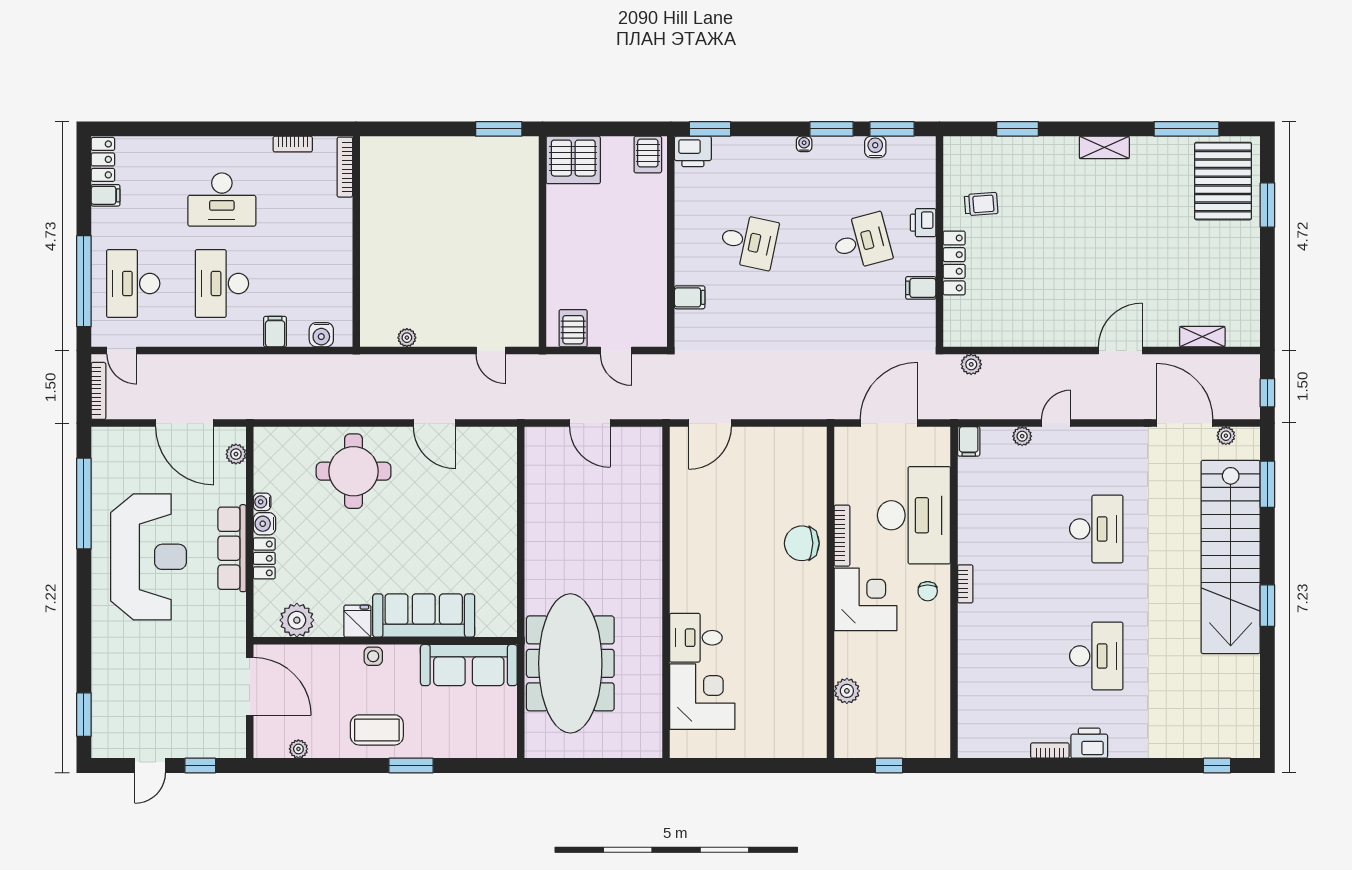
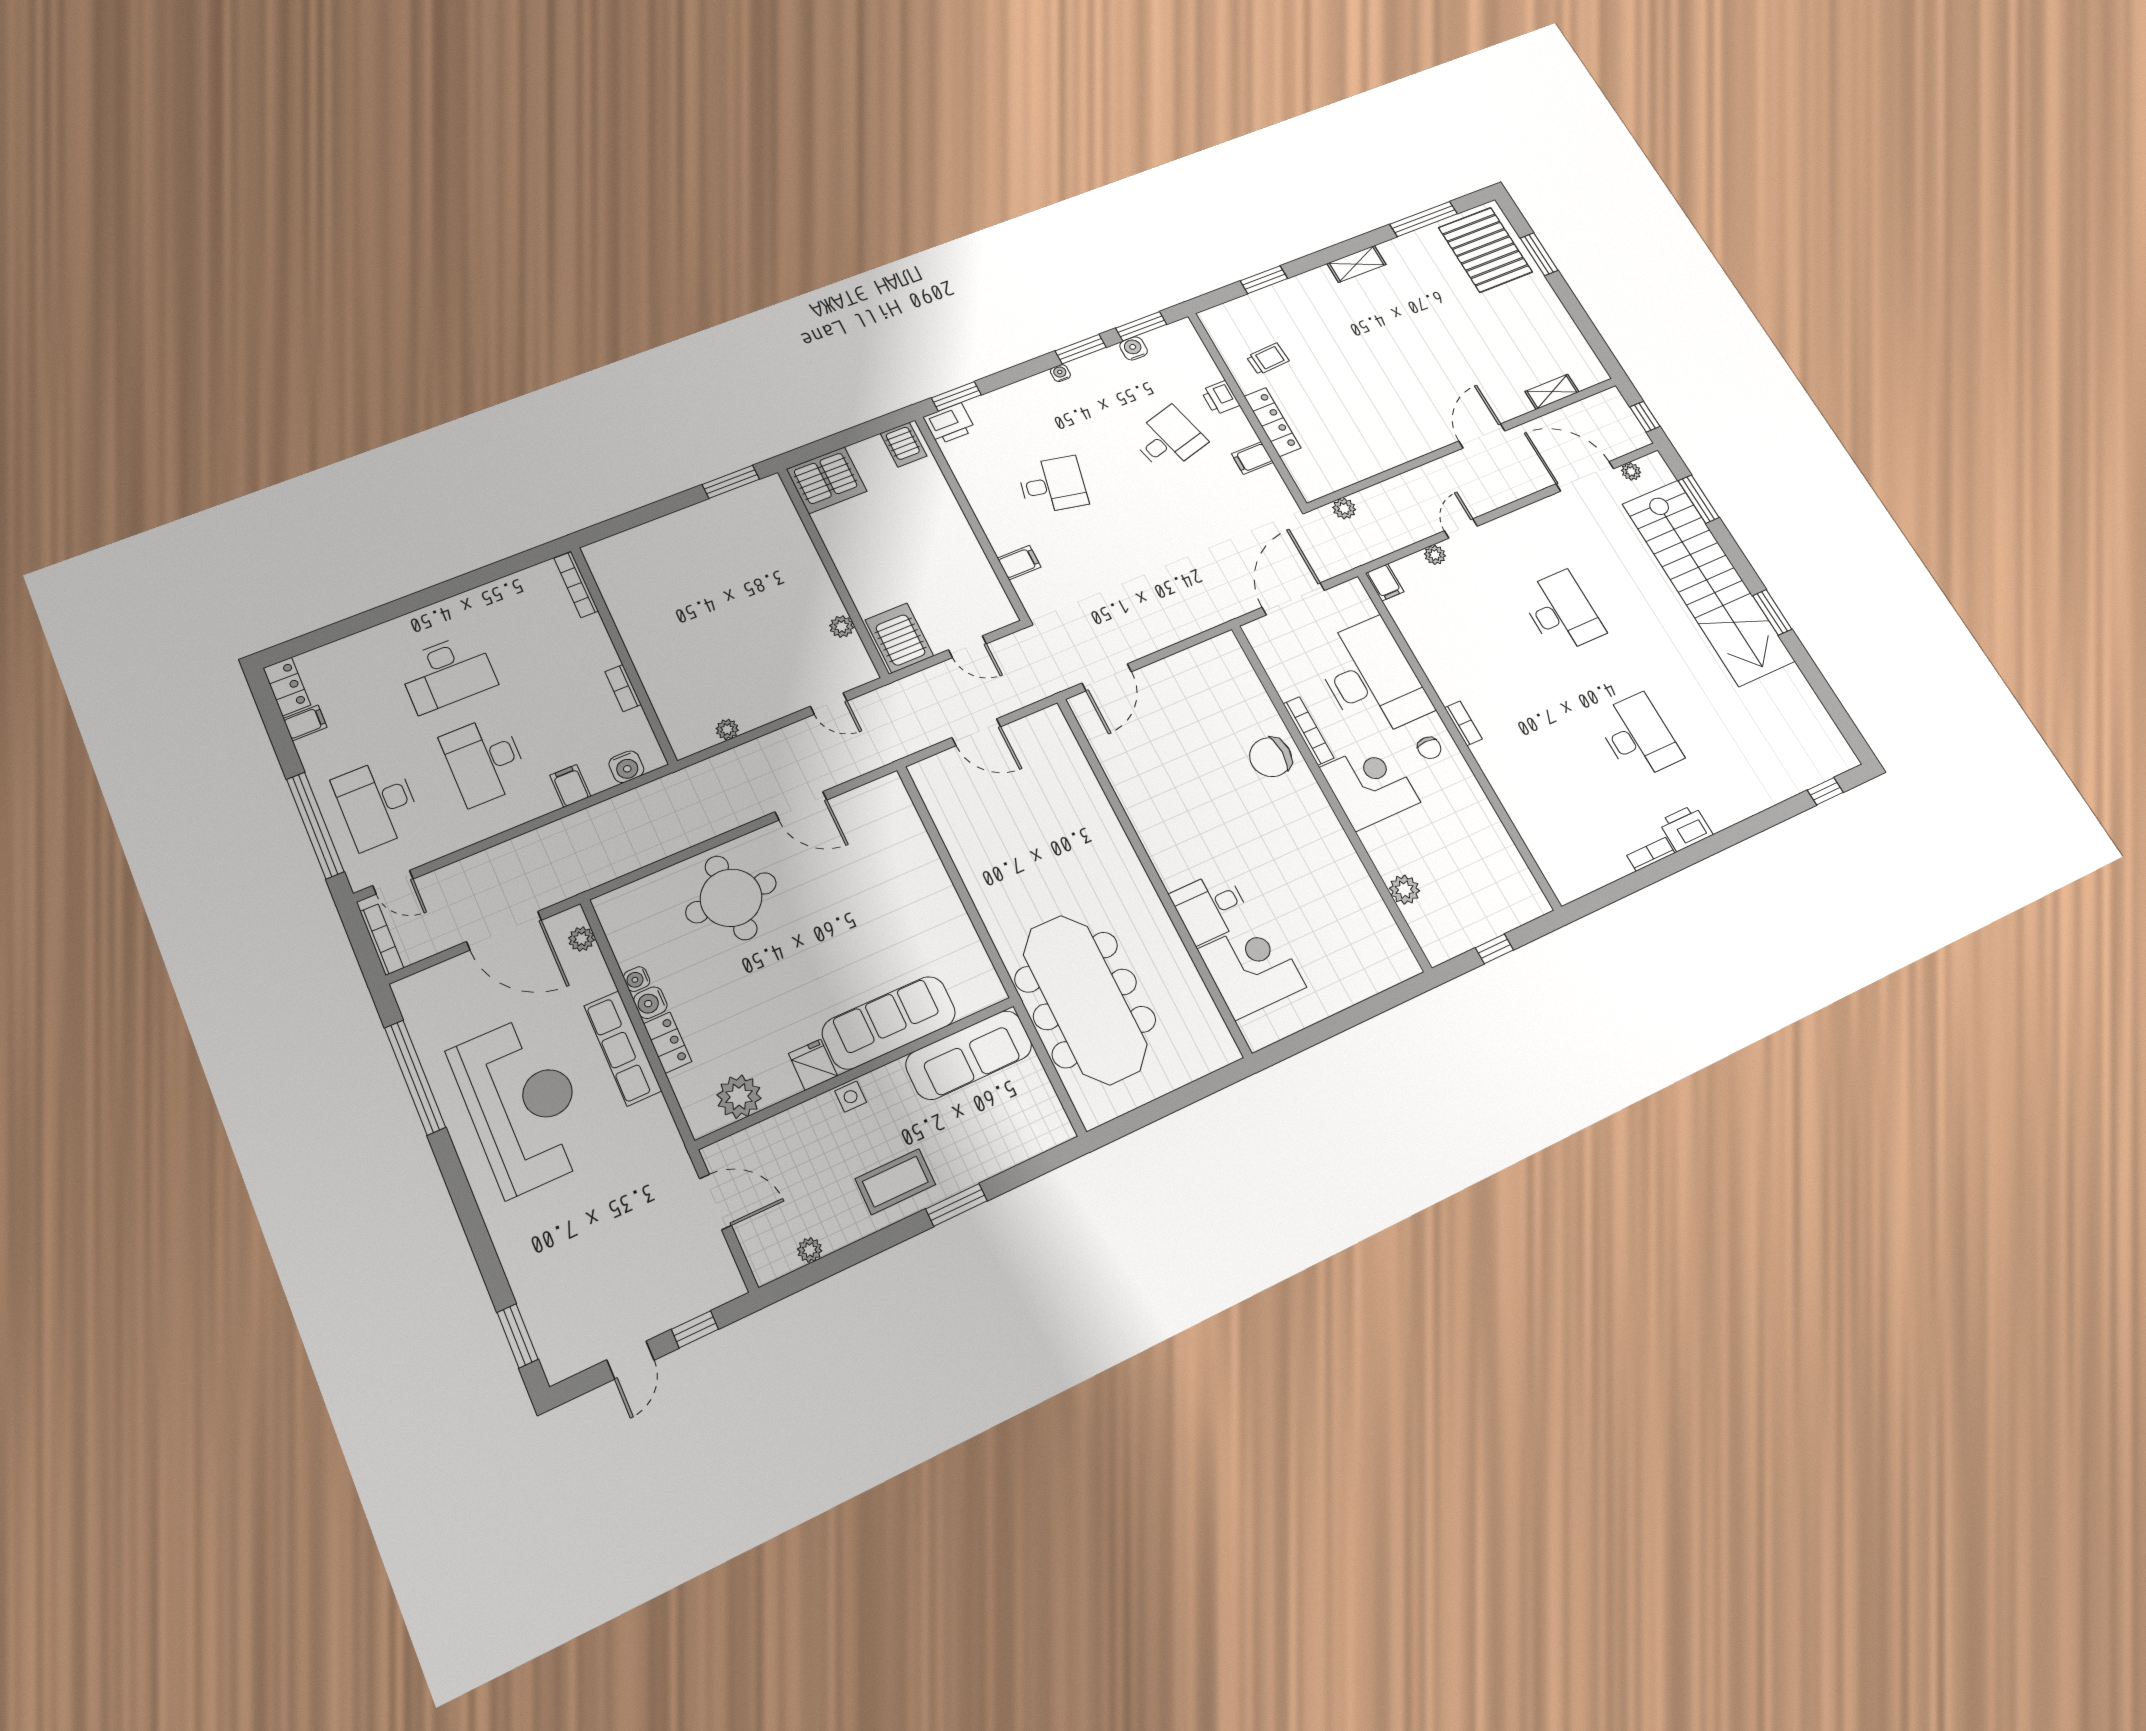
bookcase: (293, 144) -> (623, 688), moved, turned 90
plant: (529, 291) -> (842, 627), added
server rack: (573, 328) -> (899, 638), width x1.36, depth x1.44
door: (250, 686) -> (715, 1202), width x0.73

